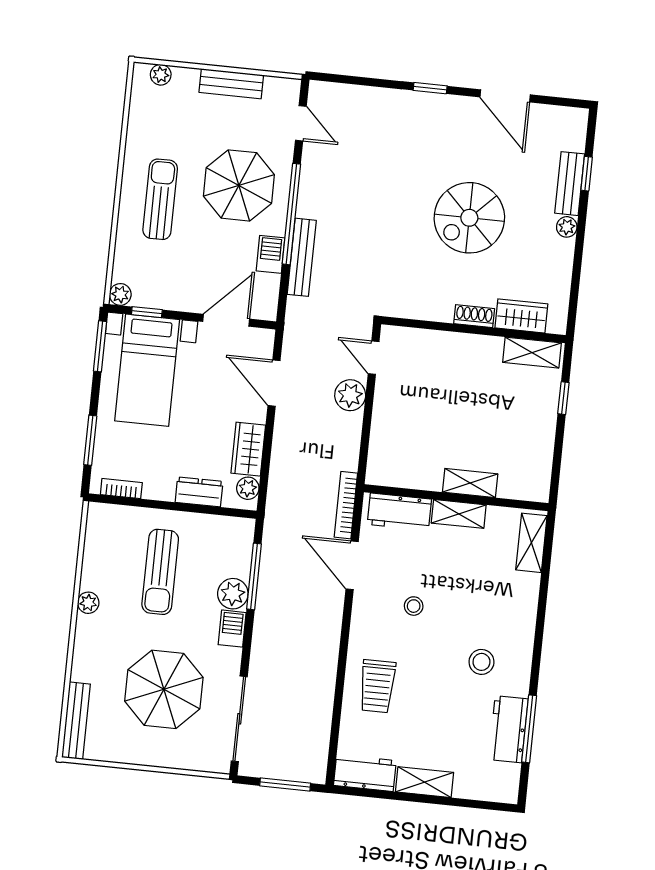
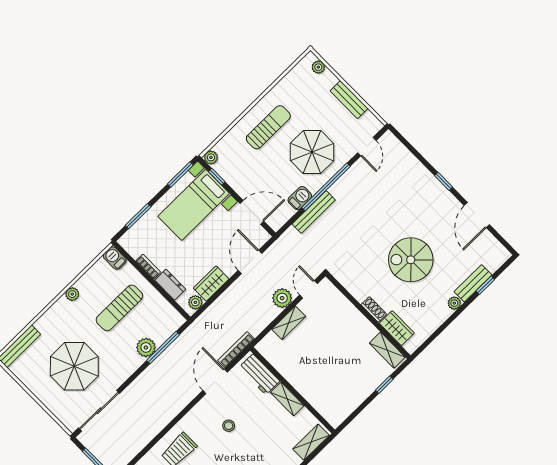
shelving: (470, 483) -> (289, 323), moved, turned 90
bookcase: (121, 489) -> (148, 266), moved
barbecue: (232, 629) -> (115, 258), moved, turned -90

